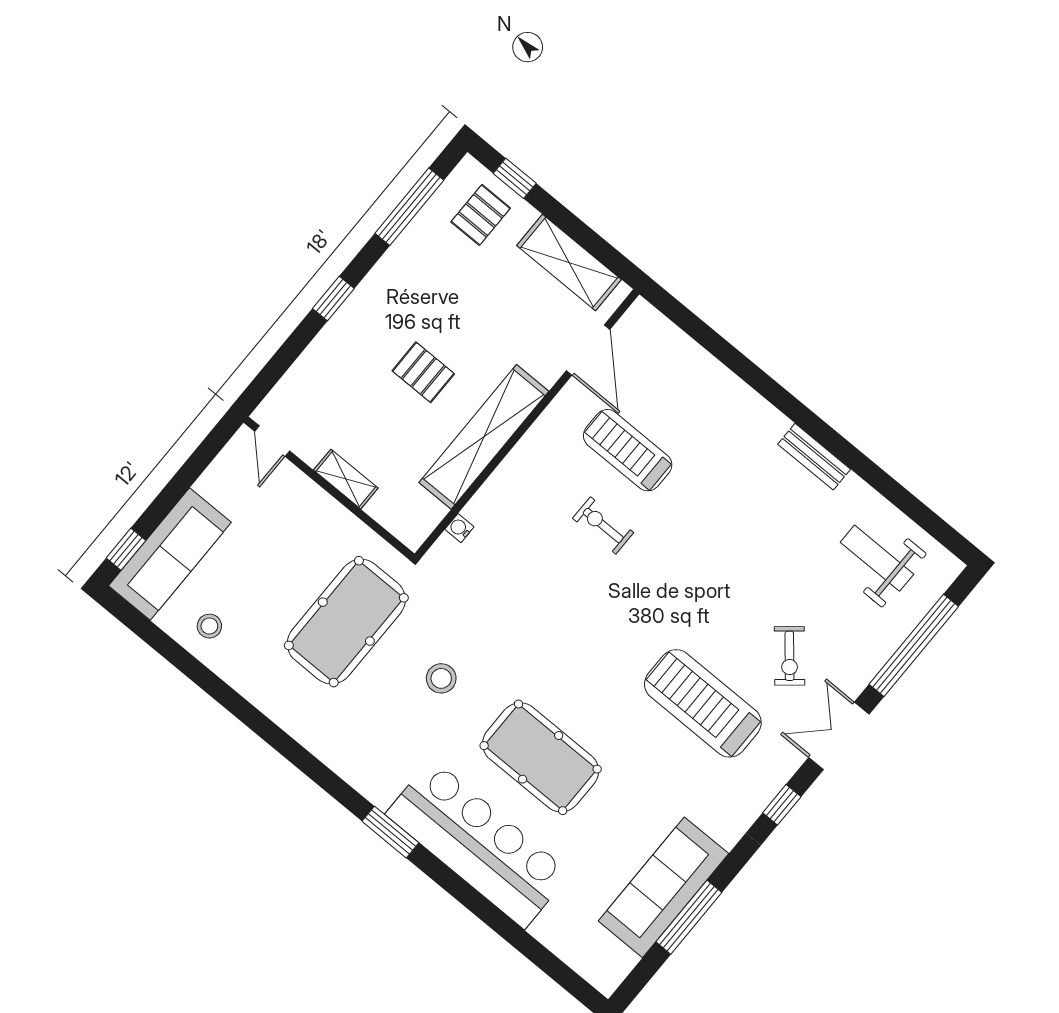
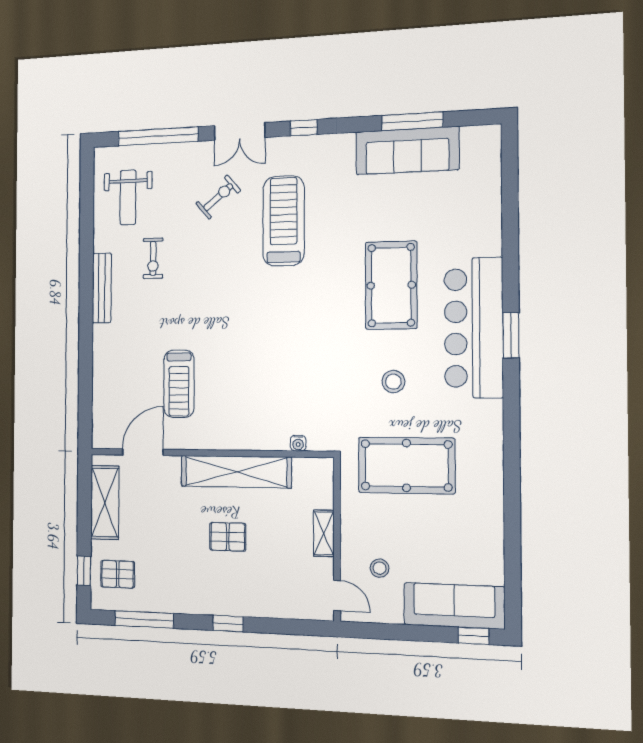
pallet: (423, 372) -> (228, 537), turned 90
door: (272, 441) -> (337, 596), hinge flipped
bench: (814, 457) -> (102, 288), width x1.36
exercise bike: (603, 525) -> (153, 258), moved
stool: (209, 626) -> (380, 568), moved
treadmill: (703, 703) -> (284, 221), turned 180
bar counter: (478, 844) -> (474, 328), moved

